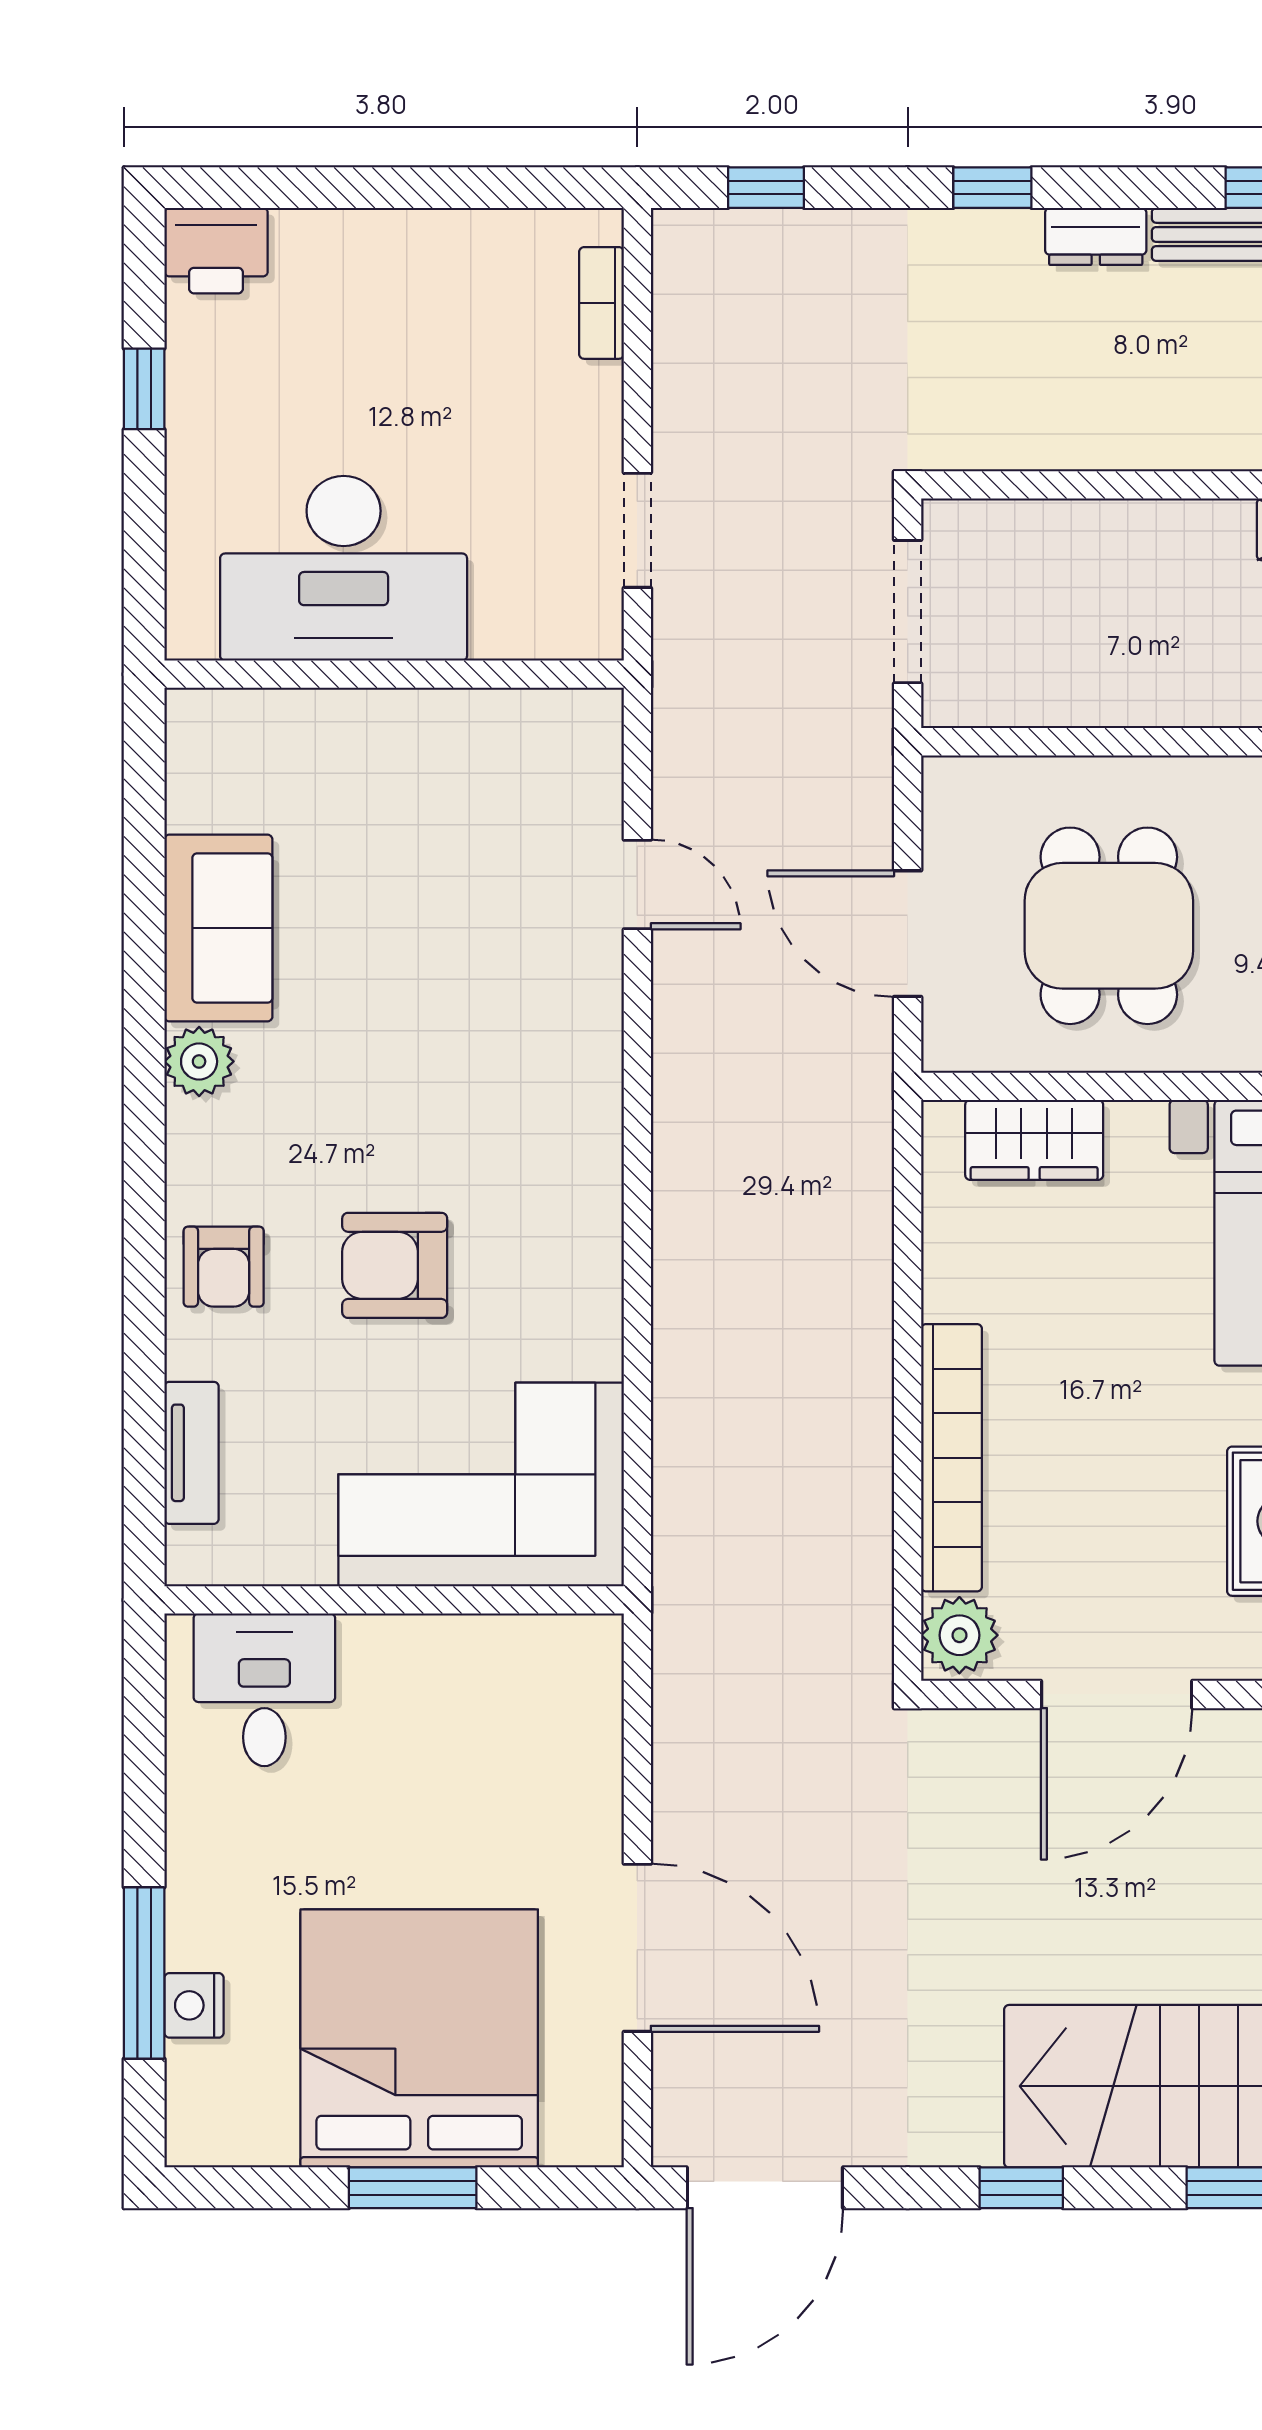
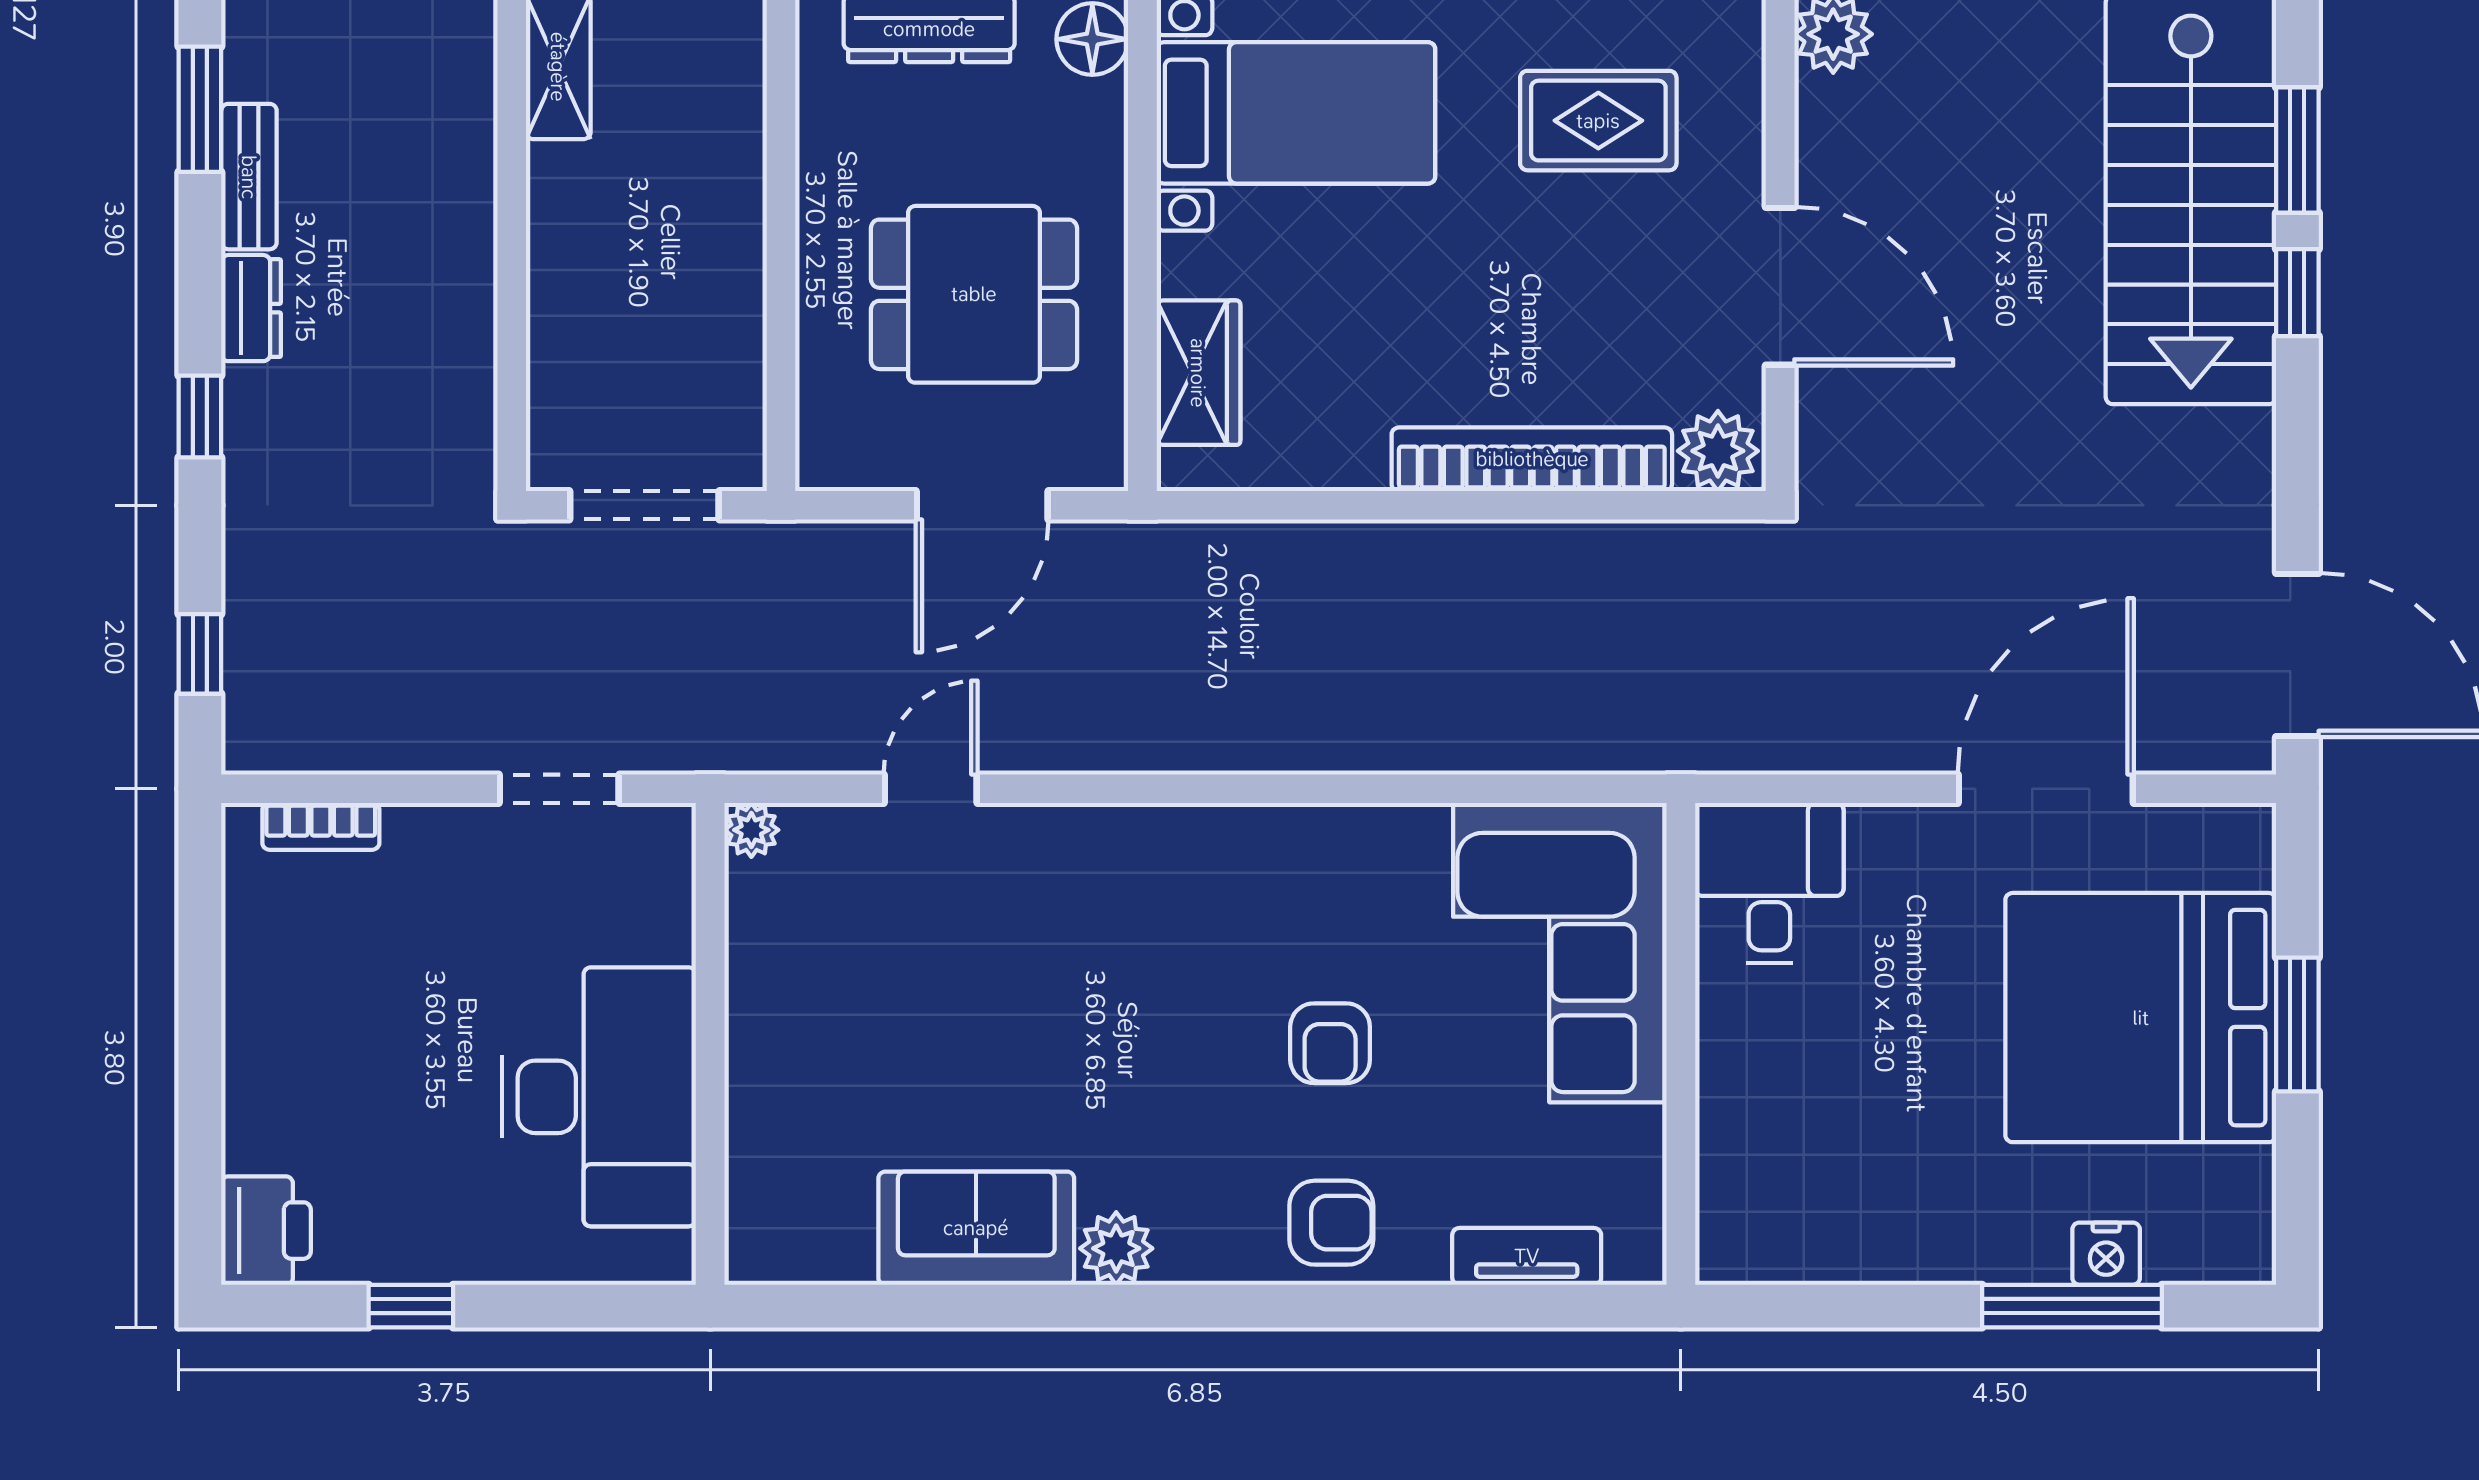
plant: (598, 713) -> (751, 830), added
armchair: (395, 1265) -> (1330, 1043), width x0.72, depth x0.72
desk: (264, 1690) -> (1769, 883), moved, turned 90
window: (1021, 2188) -> (2297, 293), moved

